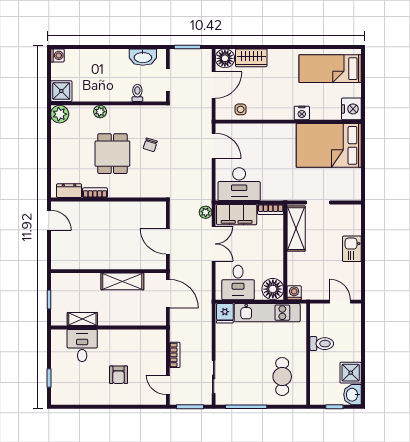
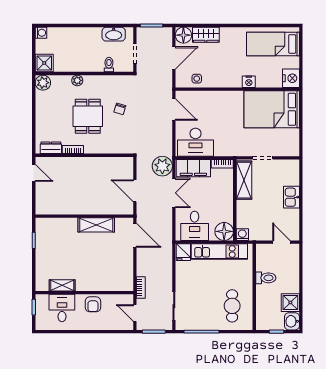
plant: (206, 212) -> (162, 166), width x1.88, depth x1.88
shelving: (82, 319) -> (62, 285), moved
wall: (108, 328) -> (84, 293), moved
desk: (82, 346) -> (62, 308), moved

